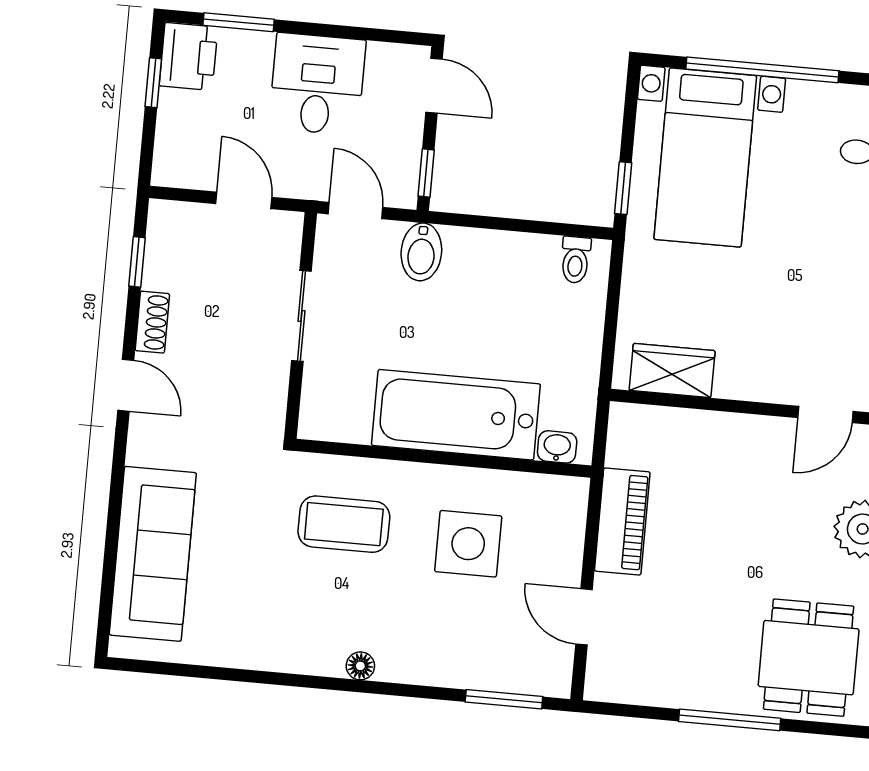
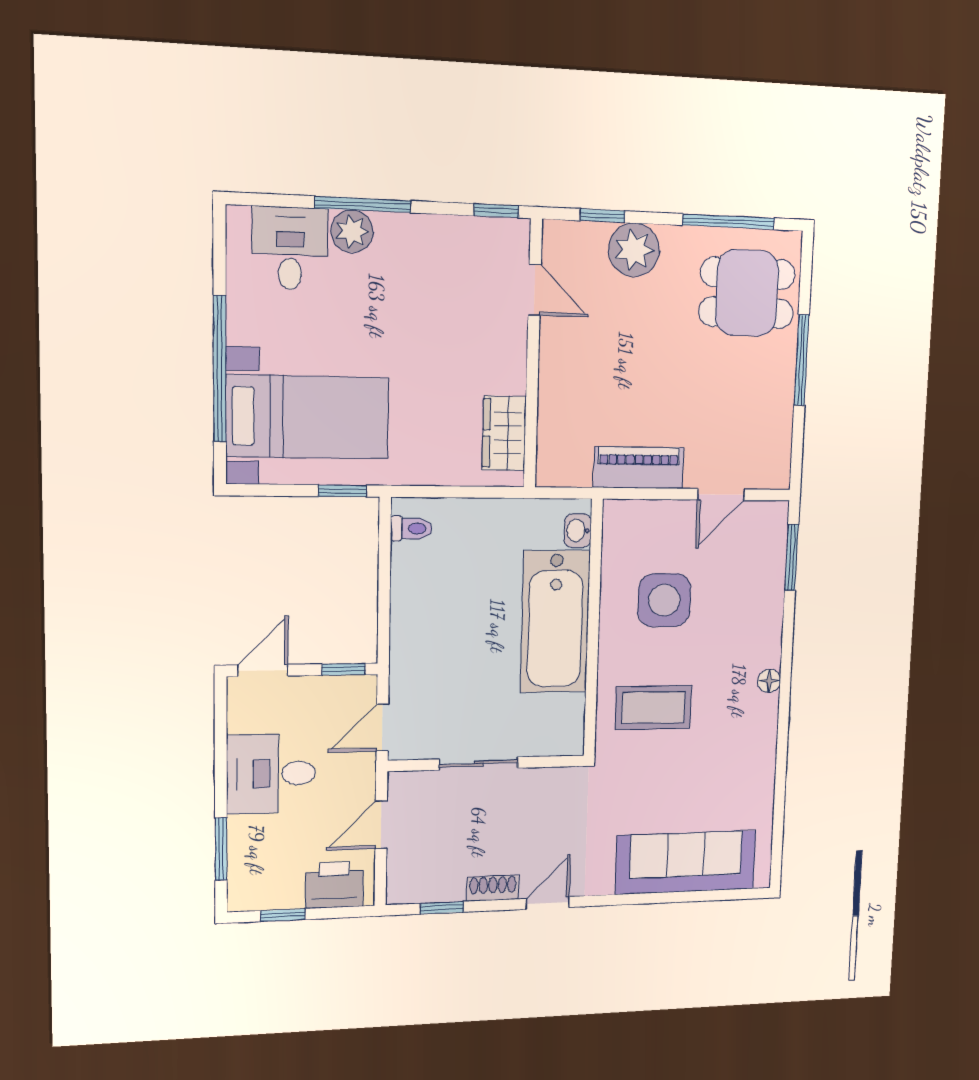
printer: (189, 56) -> (334, 885), moved
bidet: (421, 252) -> (415, 666), removed
coffee table: (344, 524) -> (653, 708), turned 90

